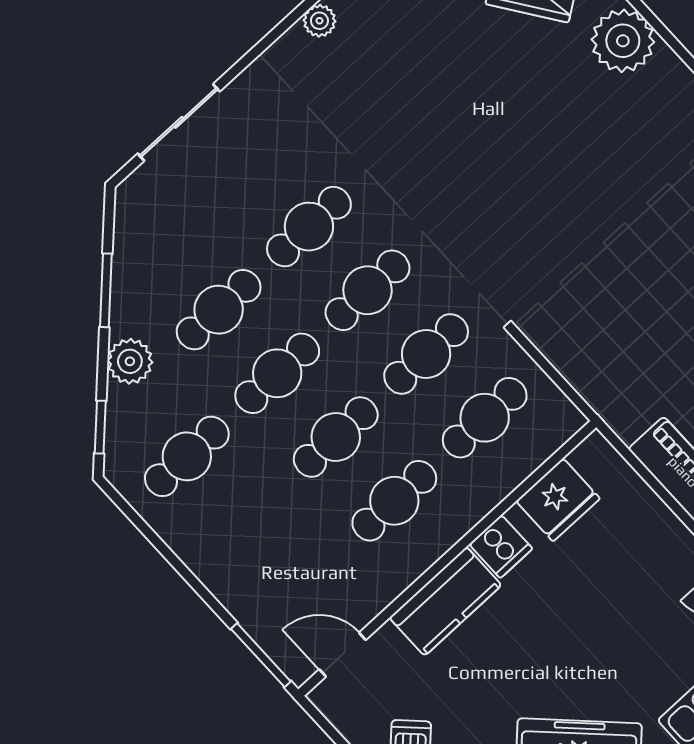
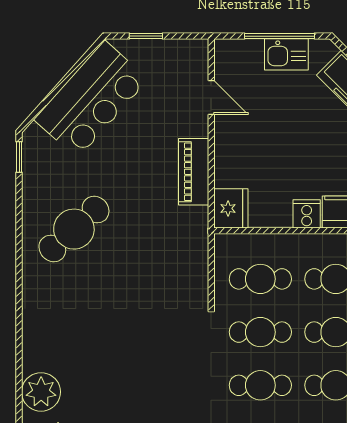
fridge: (558, 500) -> (231, 208), moved, turned 90

